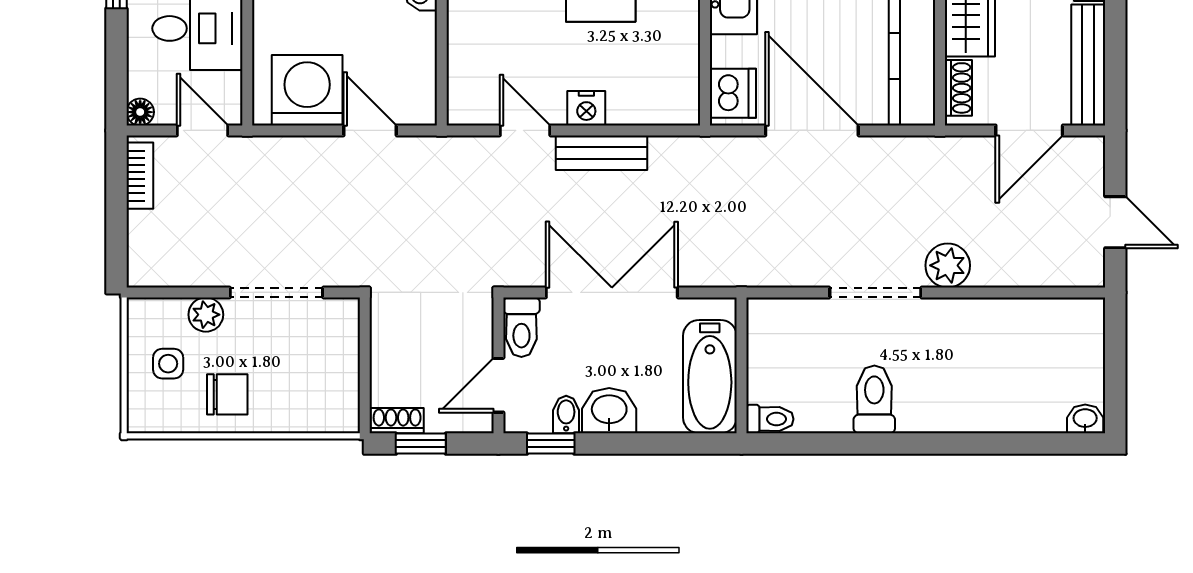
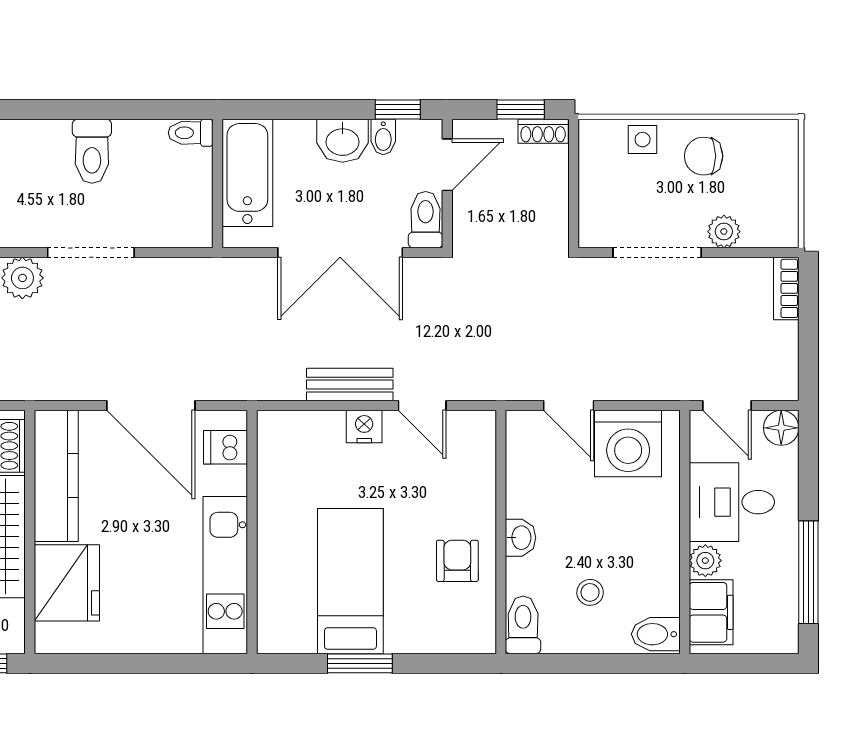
dishwasher: (733, 93) -> (226, 447), width x0.73
floor lamp: (140, 112) -> (781, 428), width x1.37, depth x1.37
bookcase: (140, 176) -> (786, 288), moved
side table: (168, 364) -> (643, 140), moved

